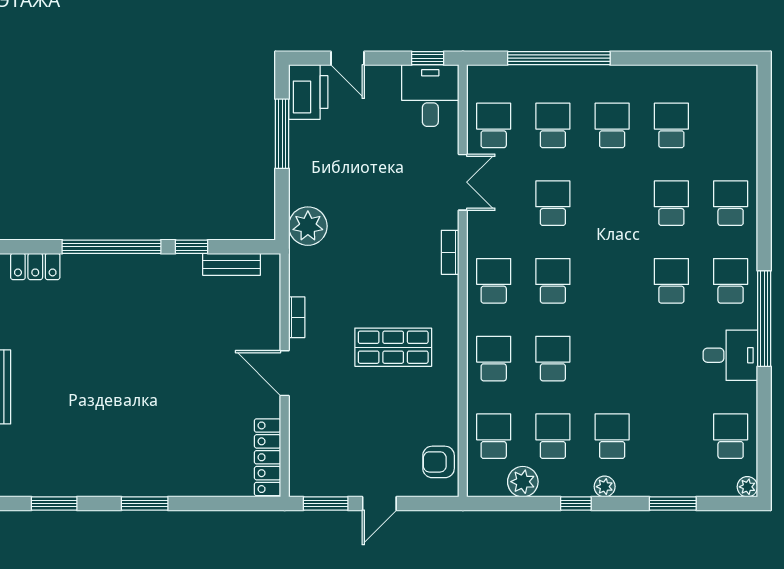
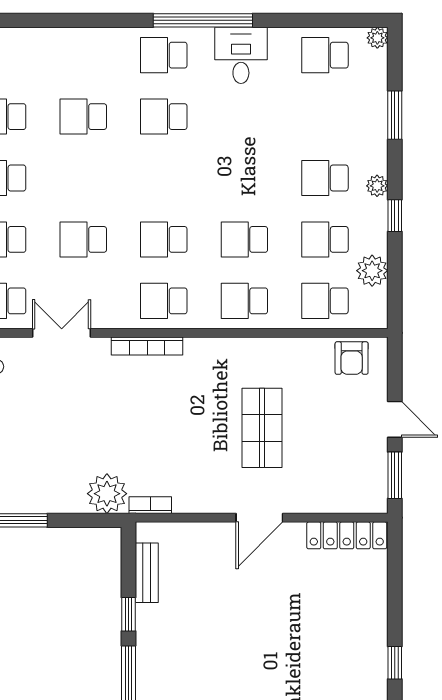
school desk: (731, 203) -> (83, 55), removed
bookcase: (450, 252) -> (147, 346), width x1.56
bookcase: (297, 317) -> (150, 505), moved
shop shelf: (393, 347) -> (262, 428), moved
window: (145, 504) -> (395, 663), width x0.67

